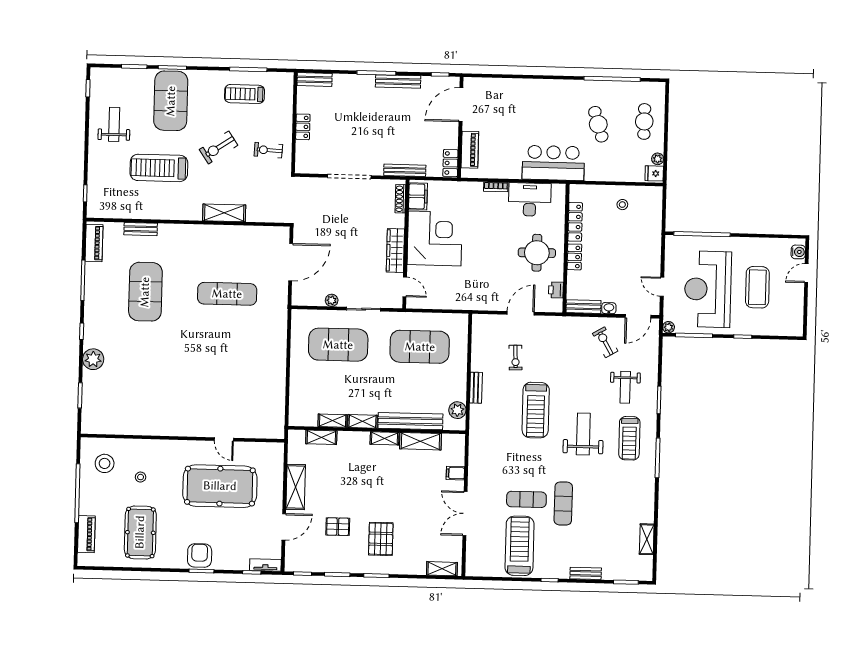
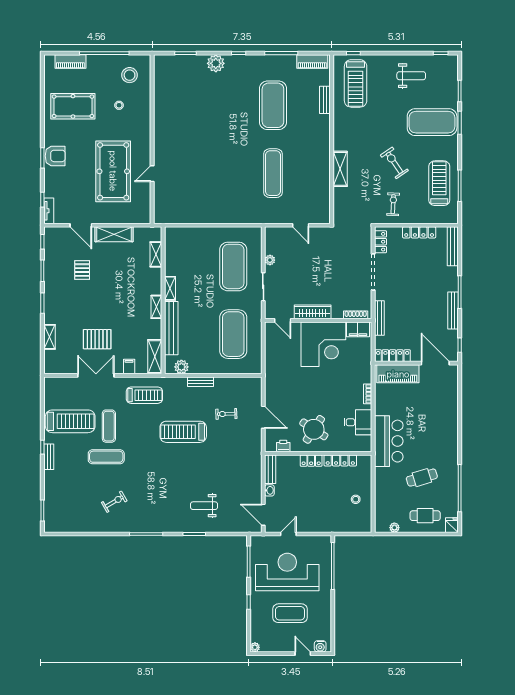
bench: (315, 80) -> (453, 246), width x1.36
treadmill: (244, 94) -> (439, 183), width x1.37, depth x1.38
locker: (303, 127) -> (419, 232), width x1.53
piano: (470, 150) -> (398, 374), width x1.37, depth x1.33
locker: (450, 163) -> (393, 356), width x1.53
locker: (313, 167) -> (380, 242), added
treadmill: (159, 168) -> (356, 83), moved, turned 180
fridge: (654, 173) -> (452, 525), moved
desk: (530, 199) -> (358, 422), width x0.73
round table: (537, 253) -> (314, 429), turned 33
door: (291, 262) -> (301, 225), width x0.53
door: (405, 287) -> (283, 320), hinge flipped
exercise mat: (145, 292) -> (273, 105), turned 90
plant: (669, 327) -> (255, 647), moved
exercise bike: (605, 342) -> (114, 502), moved
shelving: (333, 421) -> (170, 263), removed
weight bench: (583, 434) -> (164, 472), removed
treadmill: (629, 438) -> (144, 395), moved, turned 180
shelving: (420, 441) -> (155, 357), moved
pallet: (381, 539) -> (97, 339), moved
shelving: (647, 539) -> (78, 527), removed
shelving: (442, 569) -> (49, 337), moved
bench: (586, 573) -> (49, 457), moved

